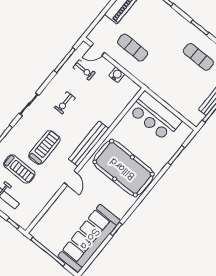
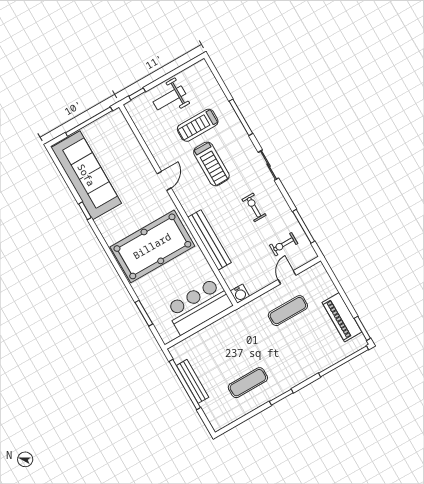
door: (98, 50) -> (287, 277), moved
water cooler: (117, 75) -> (240, 294), moved
bench: (88, 144) -> (210, 240), moved
door: (71, 178) -> (164, 181), swing flipped

